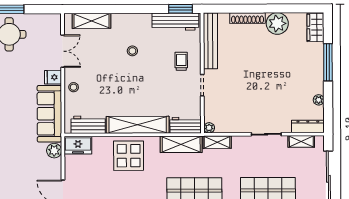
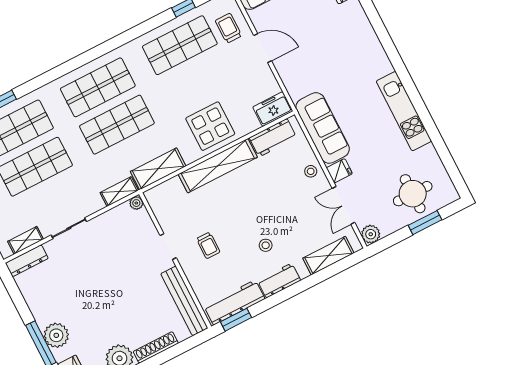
trolley: (181, 61) -> (208, 245), moved
plant: (319, 100) -> (56, 335), moved, width x1.88, depth x1.88
workbench: (185, 125) -> (279, 280), moved, turned 180
plant: (54, 151) -> (371, 234), moved

